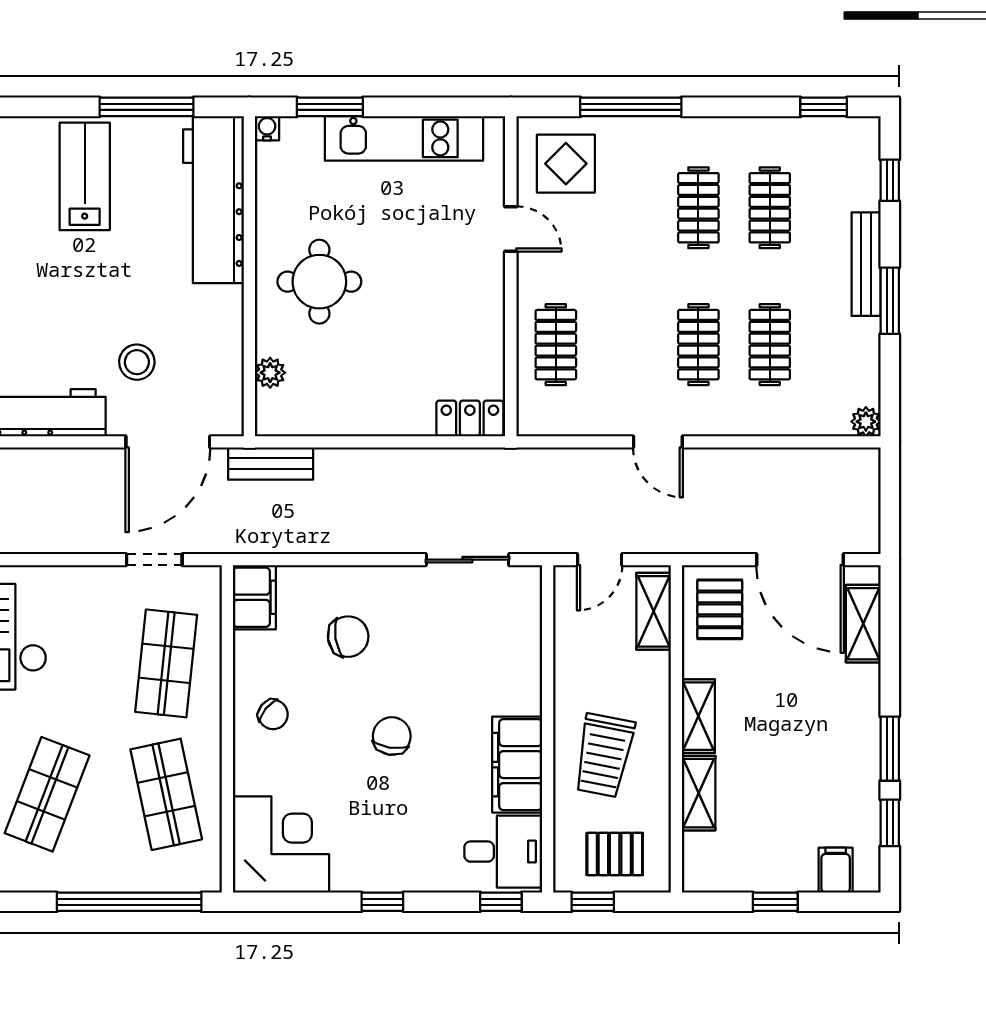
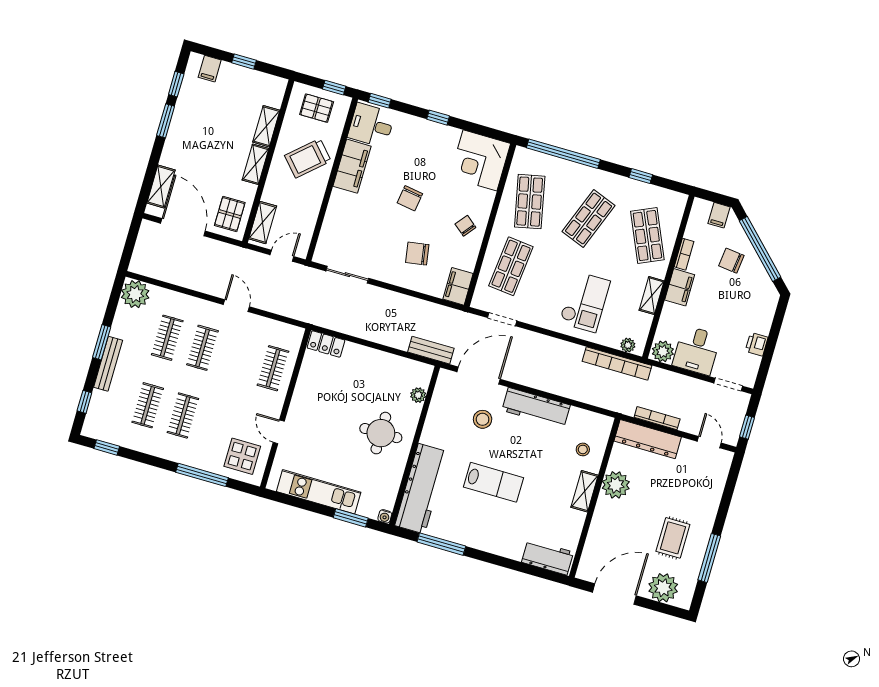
lab bench: (85, 176) -> (494, 482), moved, turned -90
plant: (866, 422) -> (135, 294), width x1.88, depth x1.88
trolley: (604, 755) -> (308, 158), turned -143

